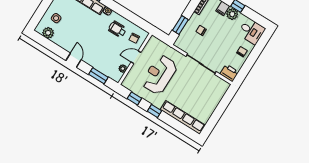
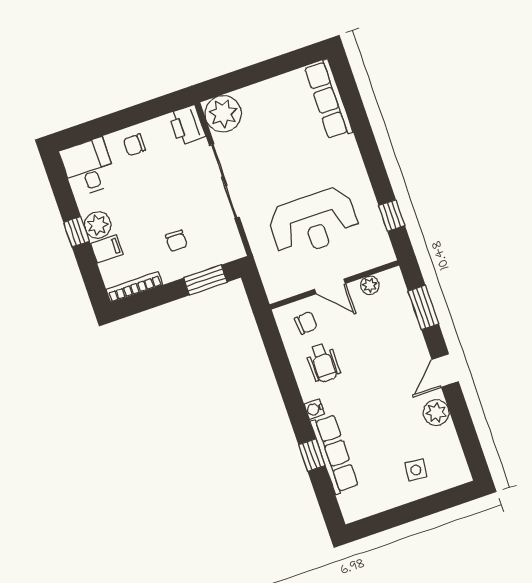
plant: (48, 33) -> (436, 413), moved
plant: (220, 87) -> (223, 114), added
window: (154, 111) -> (374, 165), removed
row of seats: (183, 117) -> (329, 99), width x0.73

